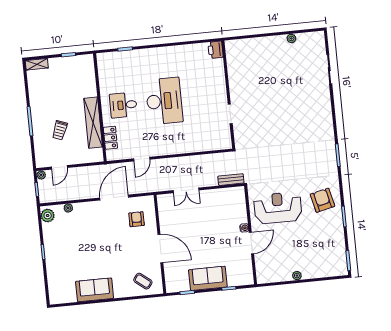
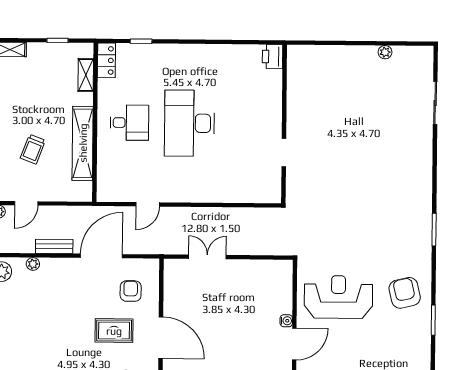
shelving: (90, 76) -> (86, 75), added
desk: (164, 101) -> (190, 123), turned 180
desk: (123, 105) -> (129, 123), turned 180
locker: (110, 138) -> (106, 60), moved
bench: (231, 180) -> (54, 246), moved
double door: (186, 190) -> (207, 257), swing flipped
rug: (128, 247) -> (114, 331), added

